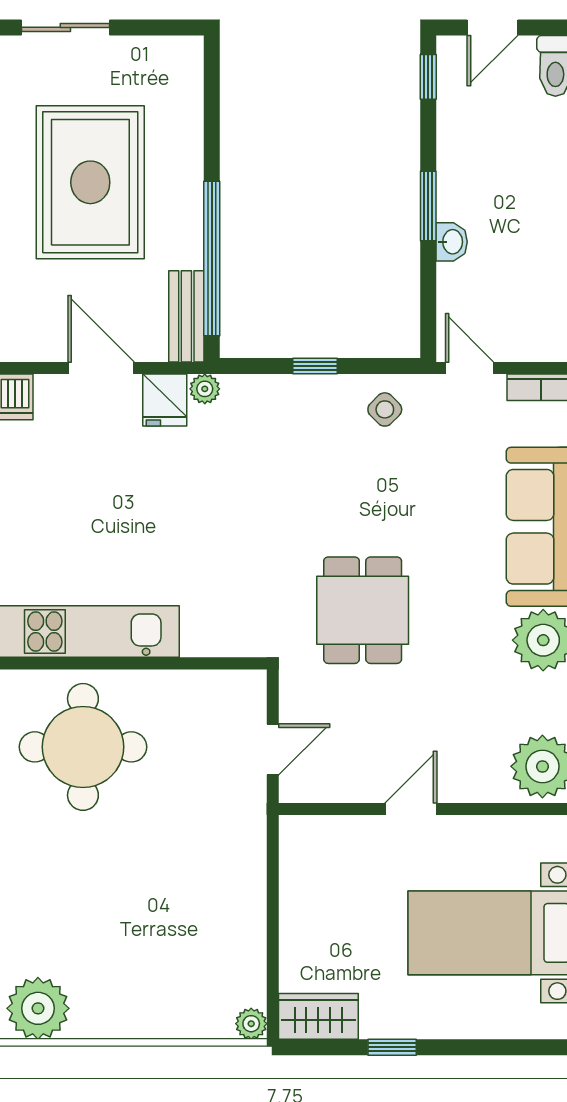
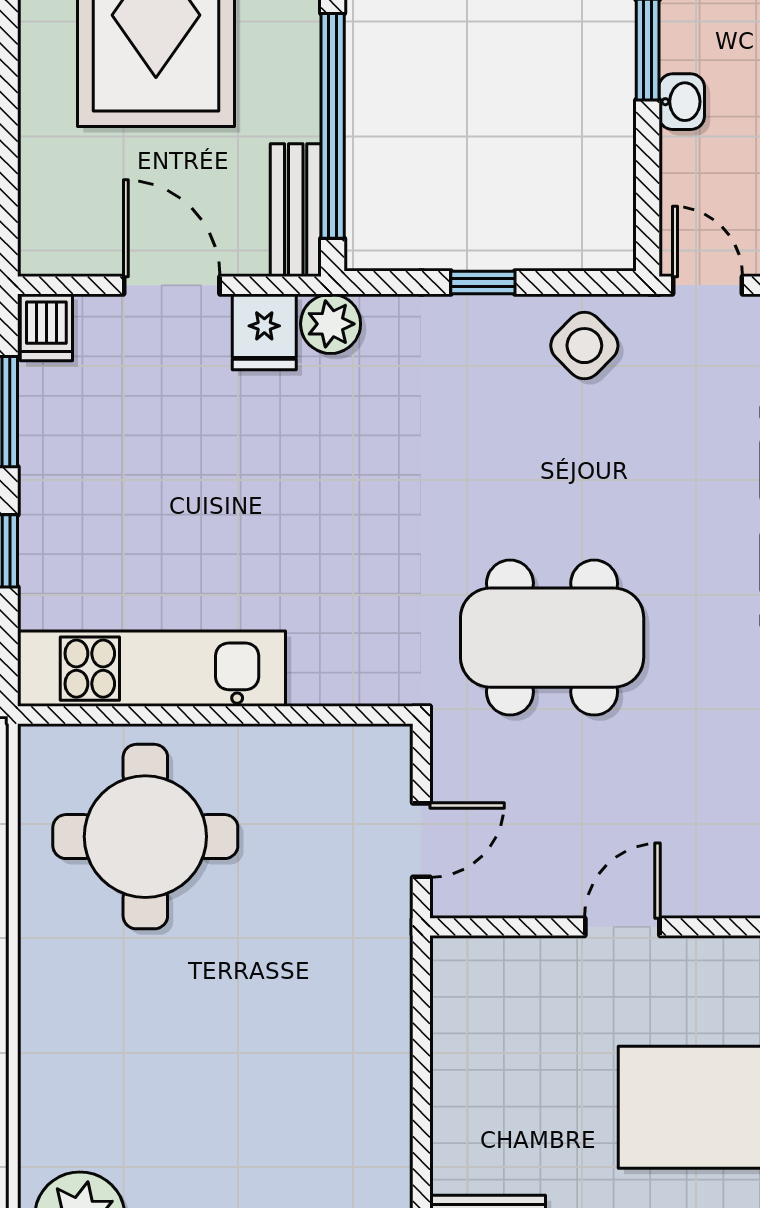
plant: (205, 389) -> (331, 324), width x1.38, depth x1.38
side table: (385, 409) -> (584, 346), width x1.37, depth x1.37
dining table: (363, 610) -> (552, 638), width x1.38

